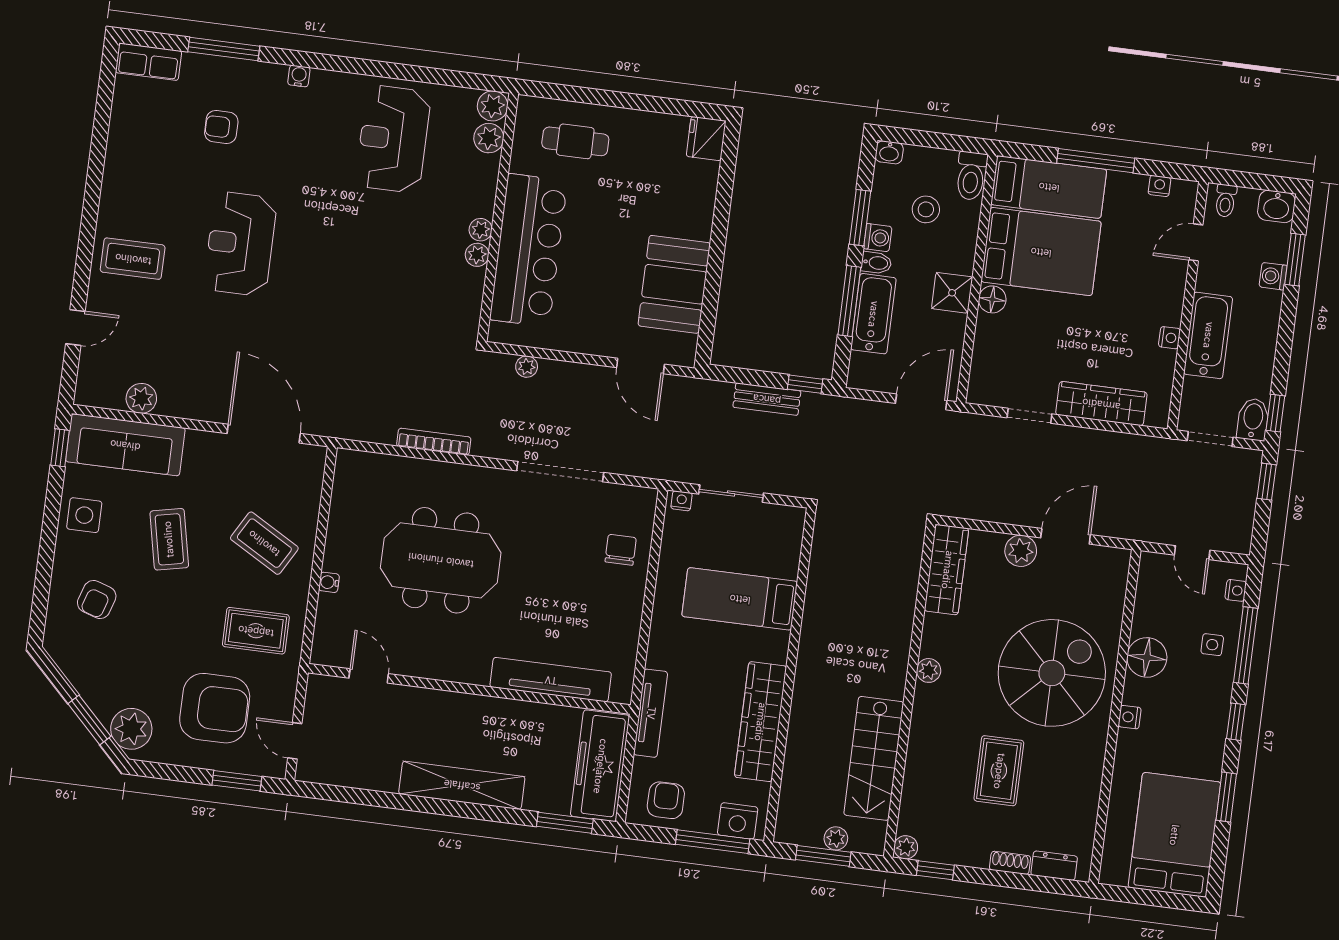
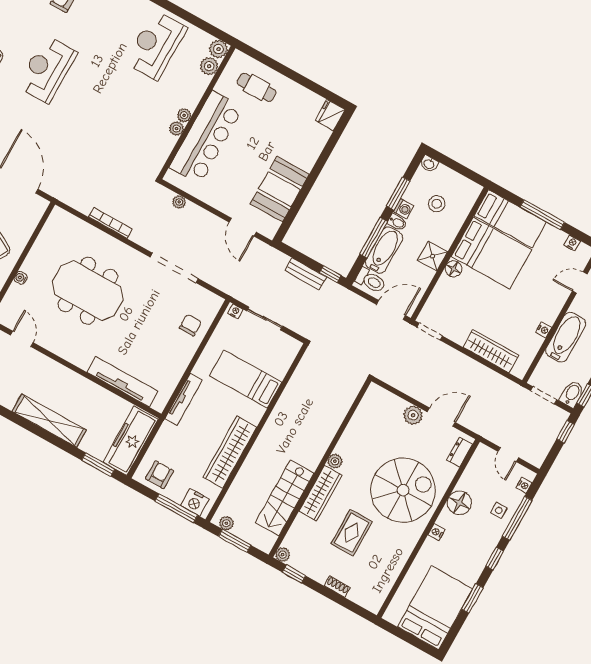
toilet: (971, 176) -> (371, 281), moved, turned -90
doorway: (1029, 416) -> (430, 332), moved
wardrobe: (947, 570) -> (321, 493), moved
tv unit: (651, 713) -> (184, 399), moved
plant: (836, 838) -> (226, 523), moved
dresser: (1054, 866) -> (460, 452), moved, turned -90

